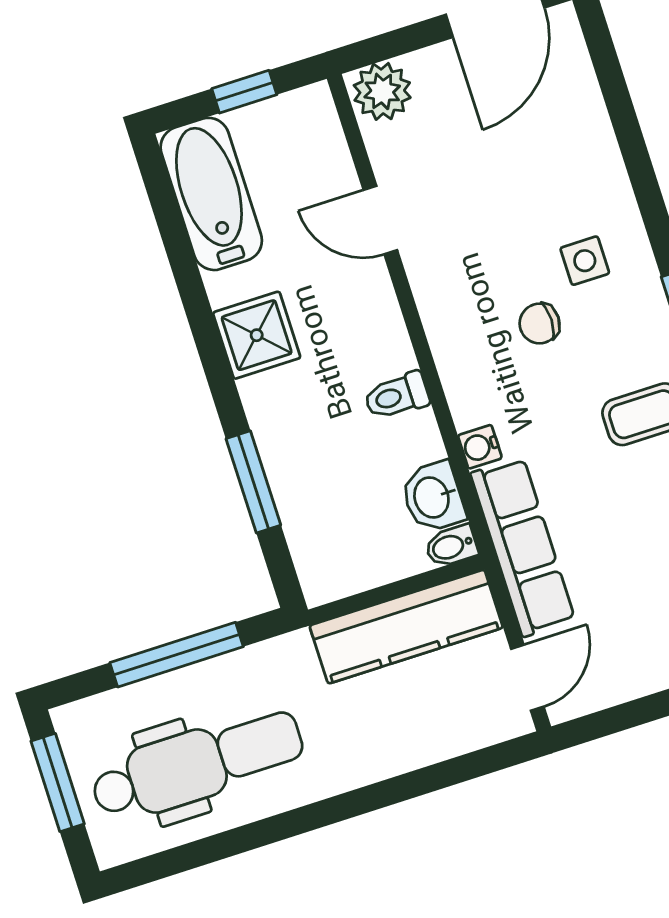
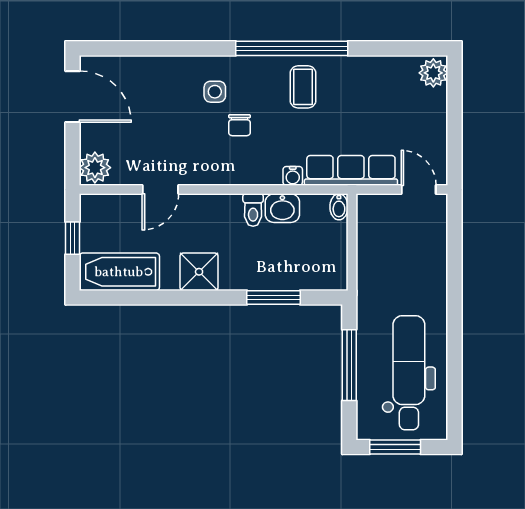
washbasin: (433, 497) -> (282, 208), moved
kitchen counter: (406, 627) -> (373, 243), removed

